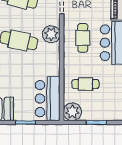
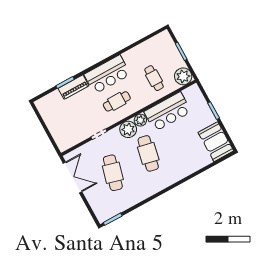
plant: (54, 50) -> (140, 120), added
bar counter: (48, 99) -> (168, 112), moved

